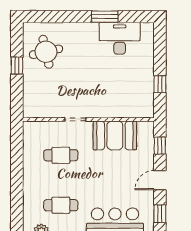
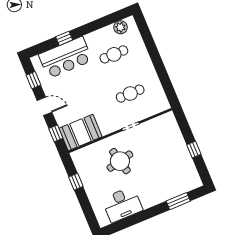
window: (105, 17) -> (178, 201), moved
round table: (46, 52) -> (120, 161), moved
booth: (115, 135) -> (81, 132), moved
door: (160, 180) -> (44, 106), hinge flipped

